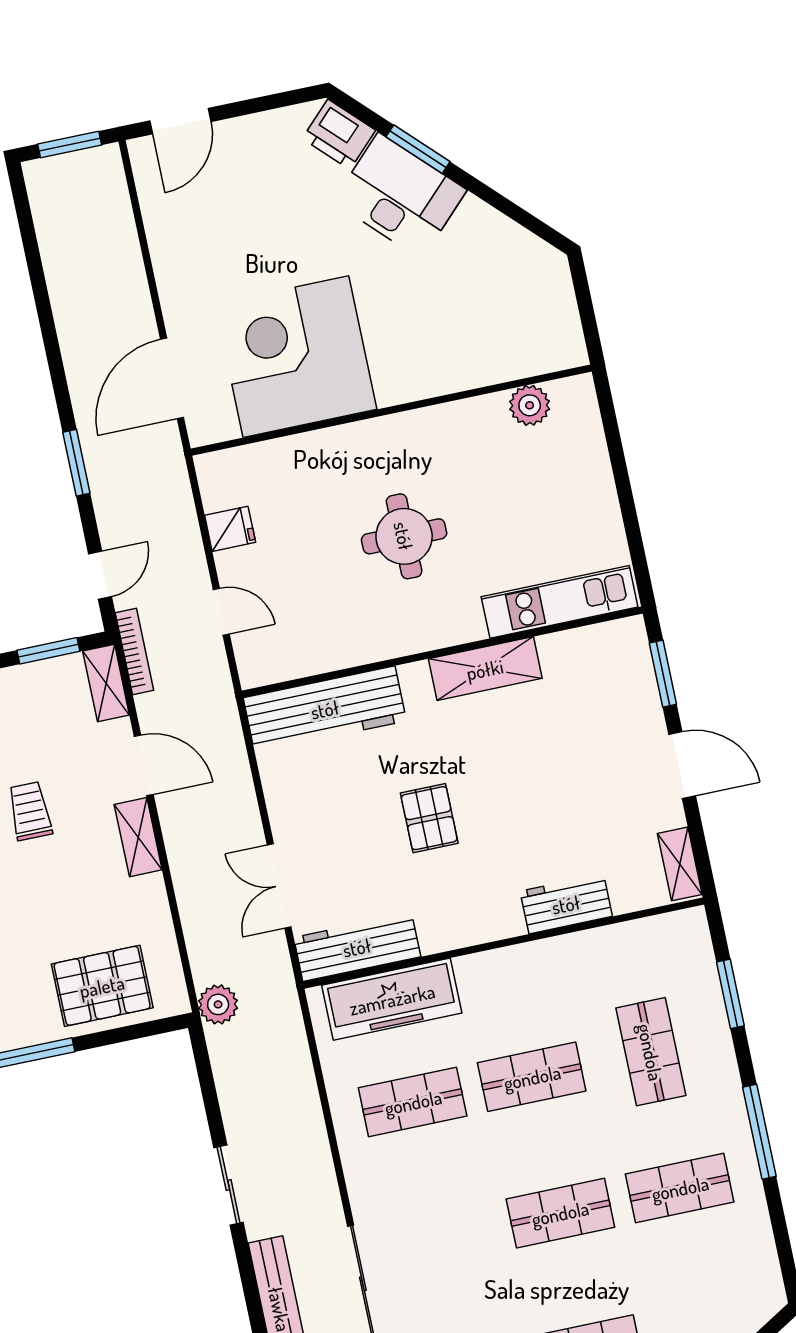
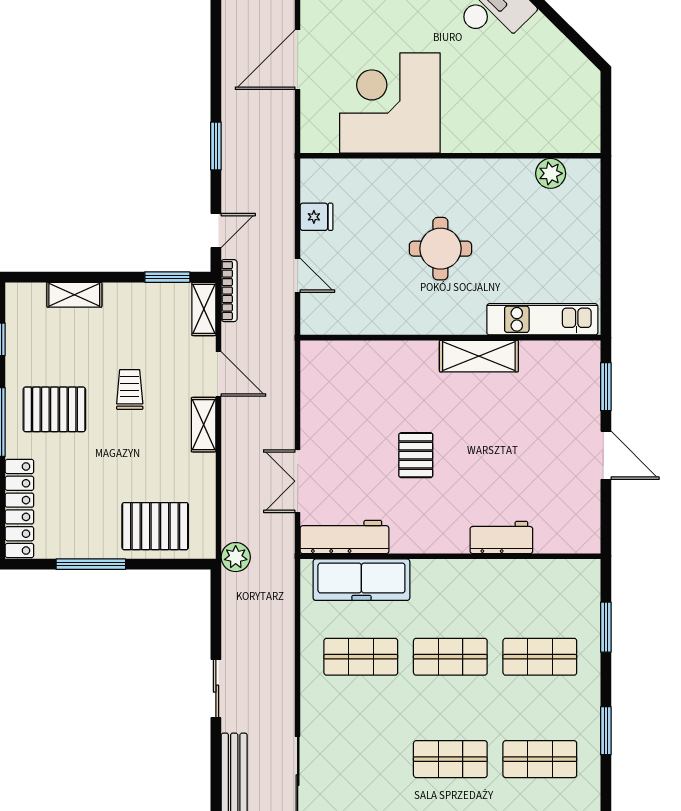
door: (172, 378) -> (298, 60), moved
workbench: (325, 709) -> (357, 361), removed
shelving: (680, 864) -> (589, 526), removed
shop shelf: (651, 1052) -> (540, 657), turned 90
window: (759, 1132) -> (606, 731), width x0.69

